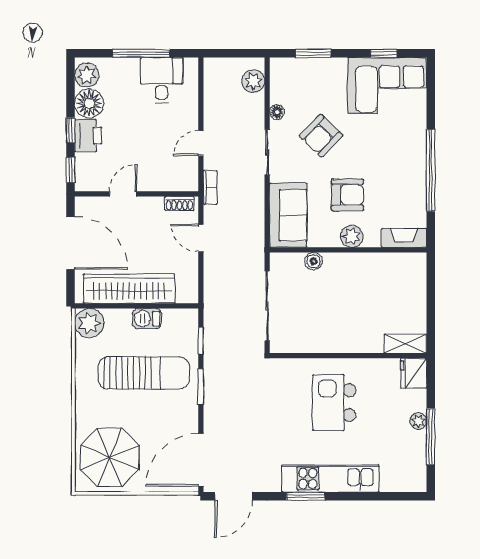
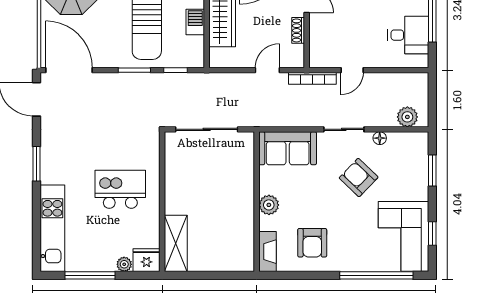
door: (201, 143) -> (352, 70), swing flipped
window: (431, 170) -> (376, 275), moved
bookcase: (210, 187) -> (312, 78), width x1.56
armchair: (348, 195) -> (312, 243), moved
shoe rack: (179, 204) -> (298, 30), moved
boiler: (313, 261) -> (247, 171), removed
shelving: (405, 344) -> (176, 243), width x1.50, depth x1.33
plant: (418, 421) -> (124, 264), moved
kitchen unit: (330, 478) -> (52, 228), moved

